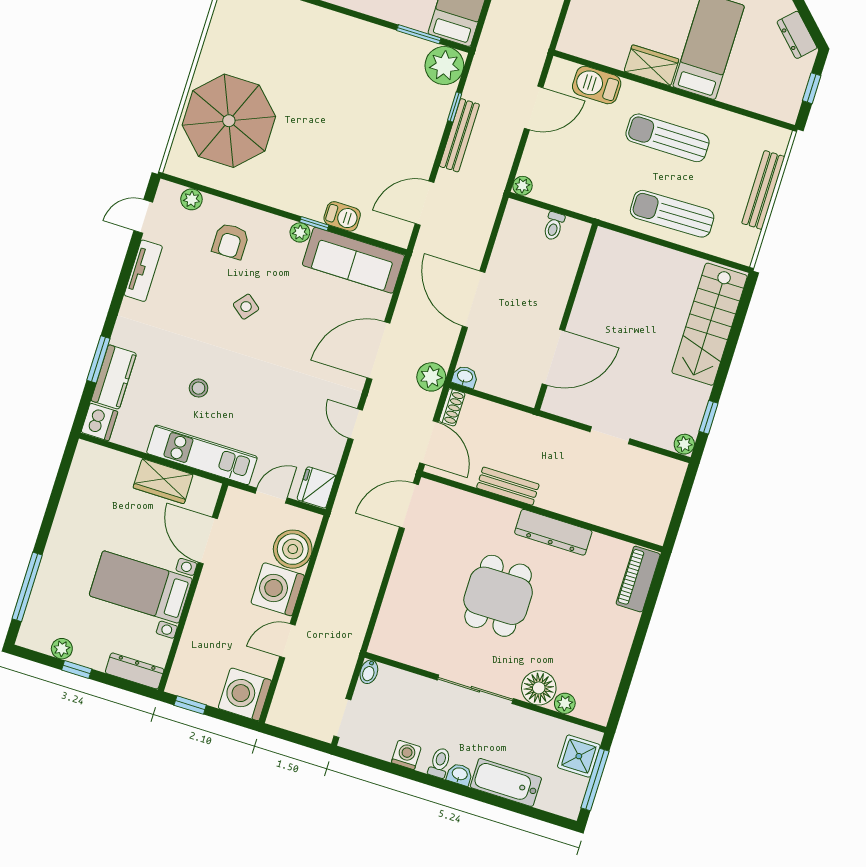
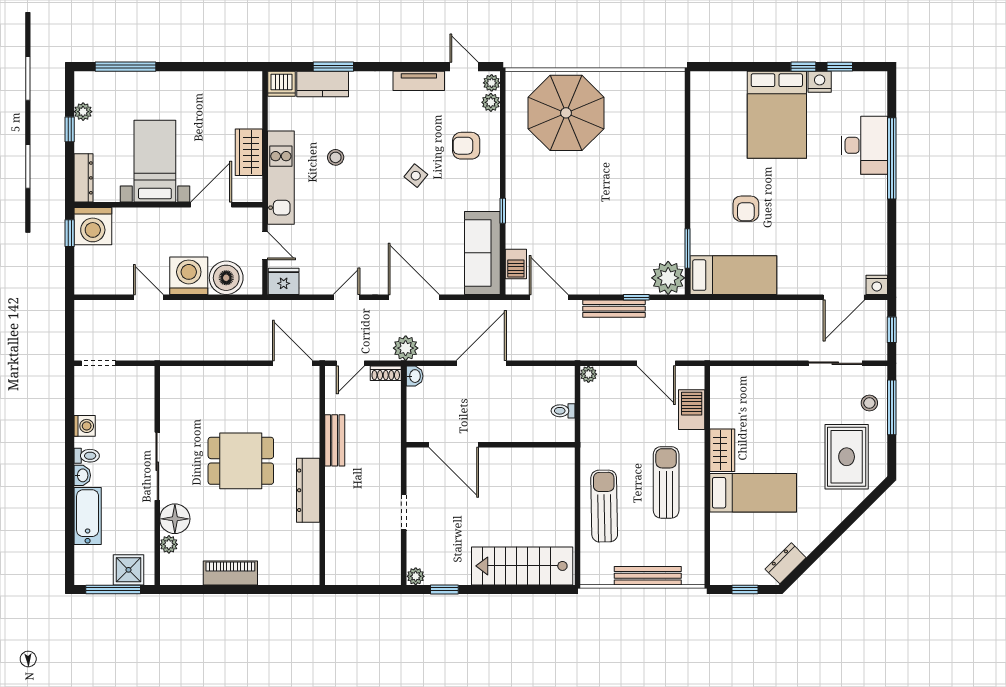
barbecue: (342, 216) -> (516, 264), moved
plant: (300, 232) -> (492, 83), moved
door: (429, 442) -> (350, 363), width x0.73
piano: (638, 579) -> (230, 573), moved
bidet: (369, 672) -> (144, 373), removed
washing machine: (245, 694) -> (93, 226), moved, turned 180

